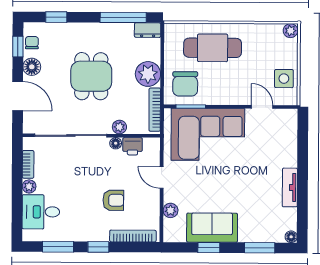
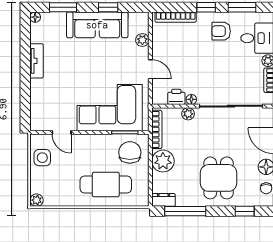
dining table: (91, 76) -> (219, 178), moved
armchair: (113, 200) -> (221, 31), moved
sofa: (212, 228) -> (97, 25), width x1.36

